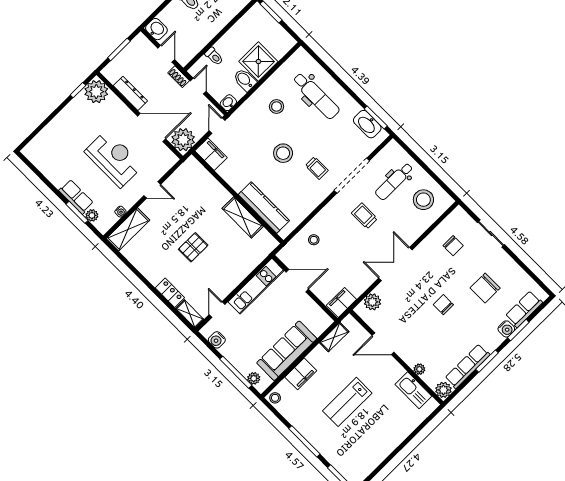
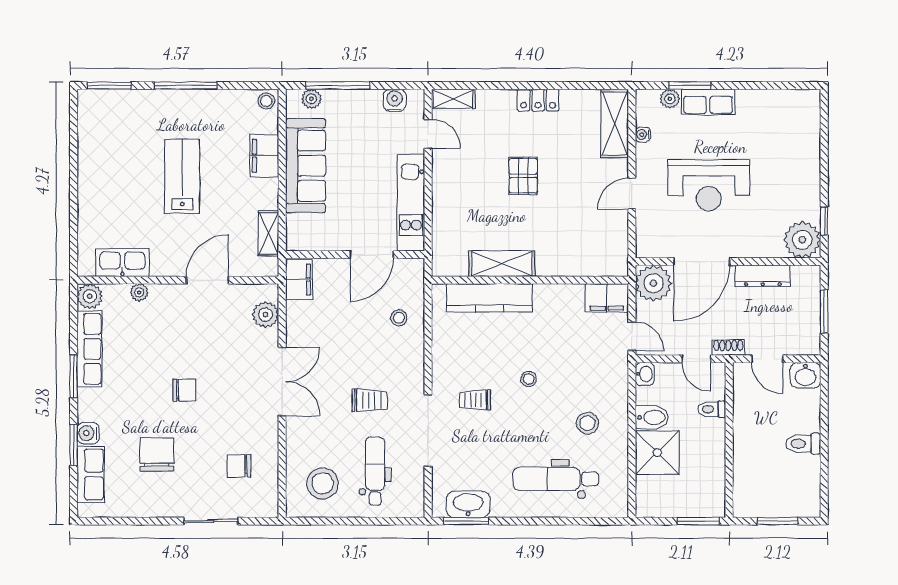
stool: (283, 153) -> (529, 379), width x0.53, depth x0.53
locker: (170, 293) -> (538, 100), moved

